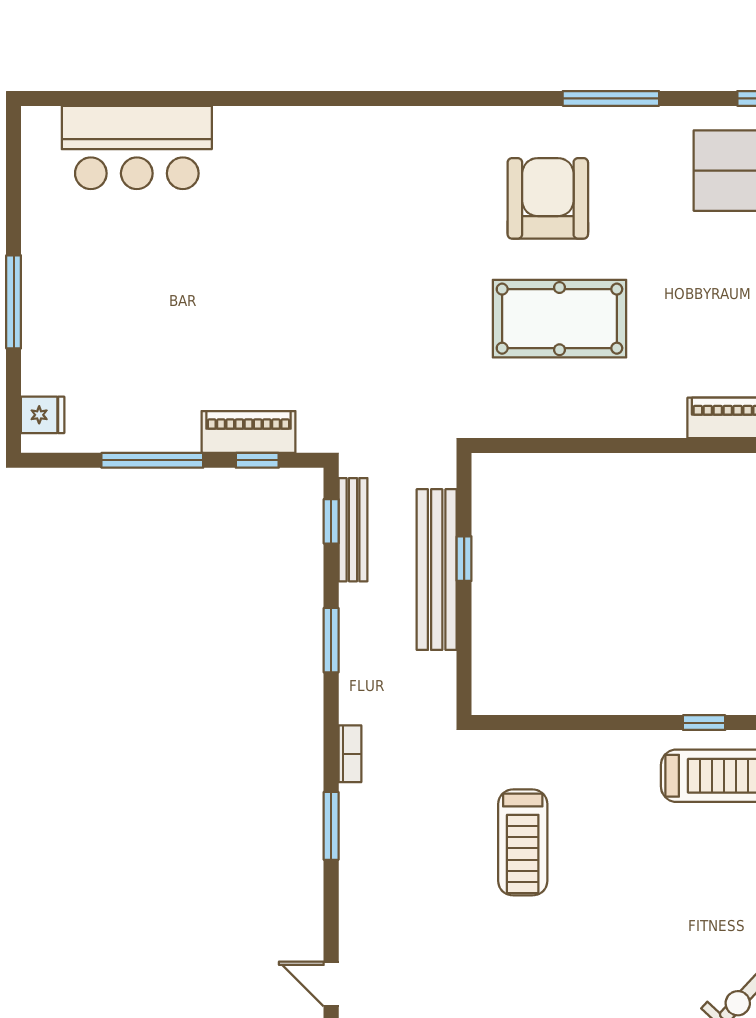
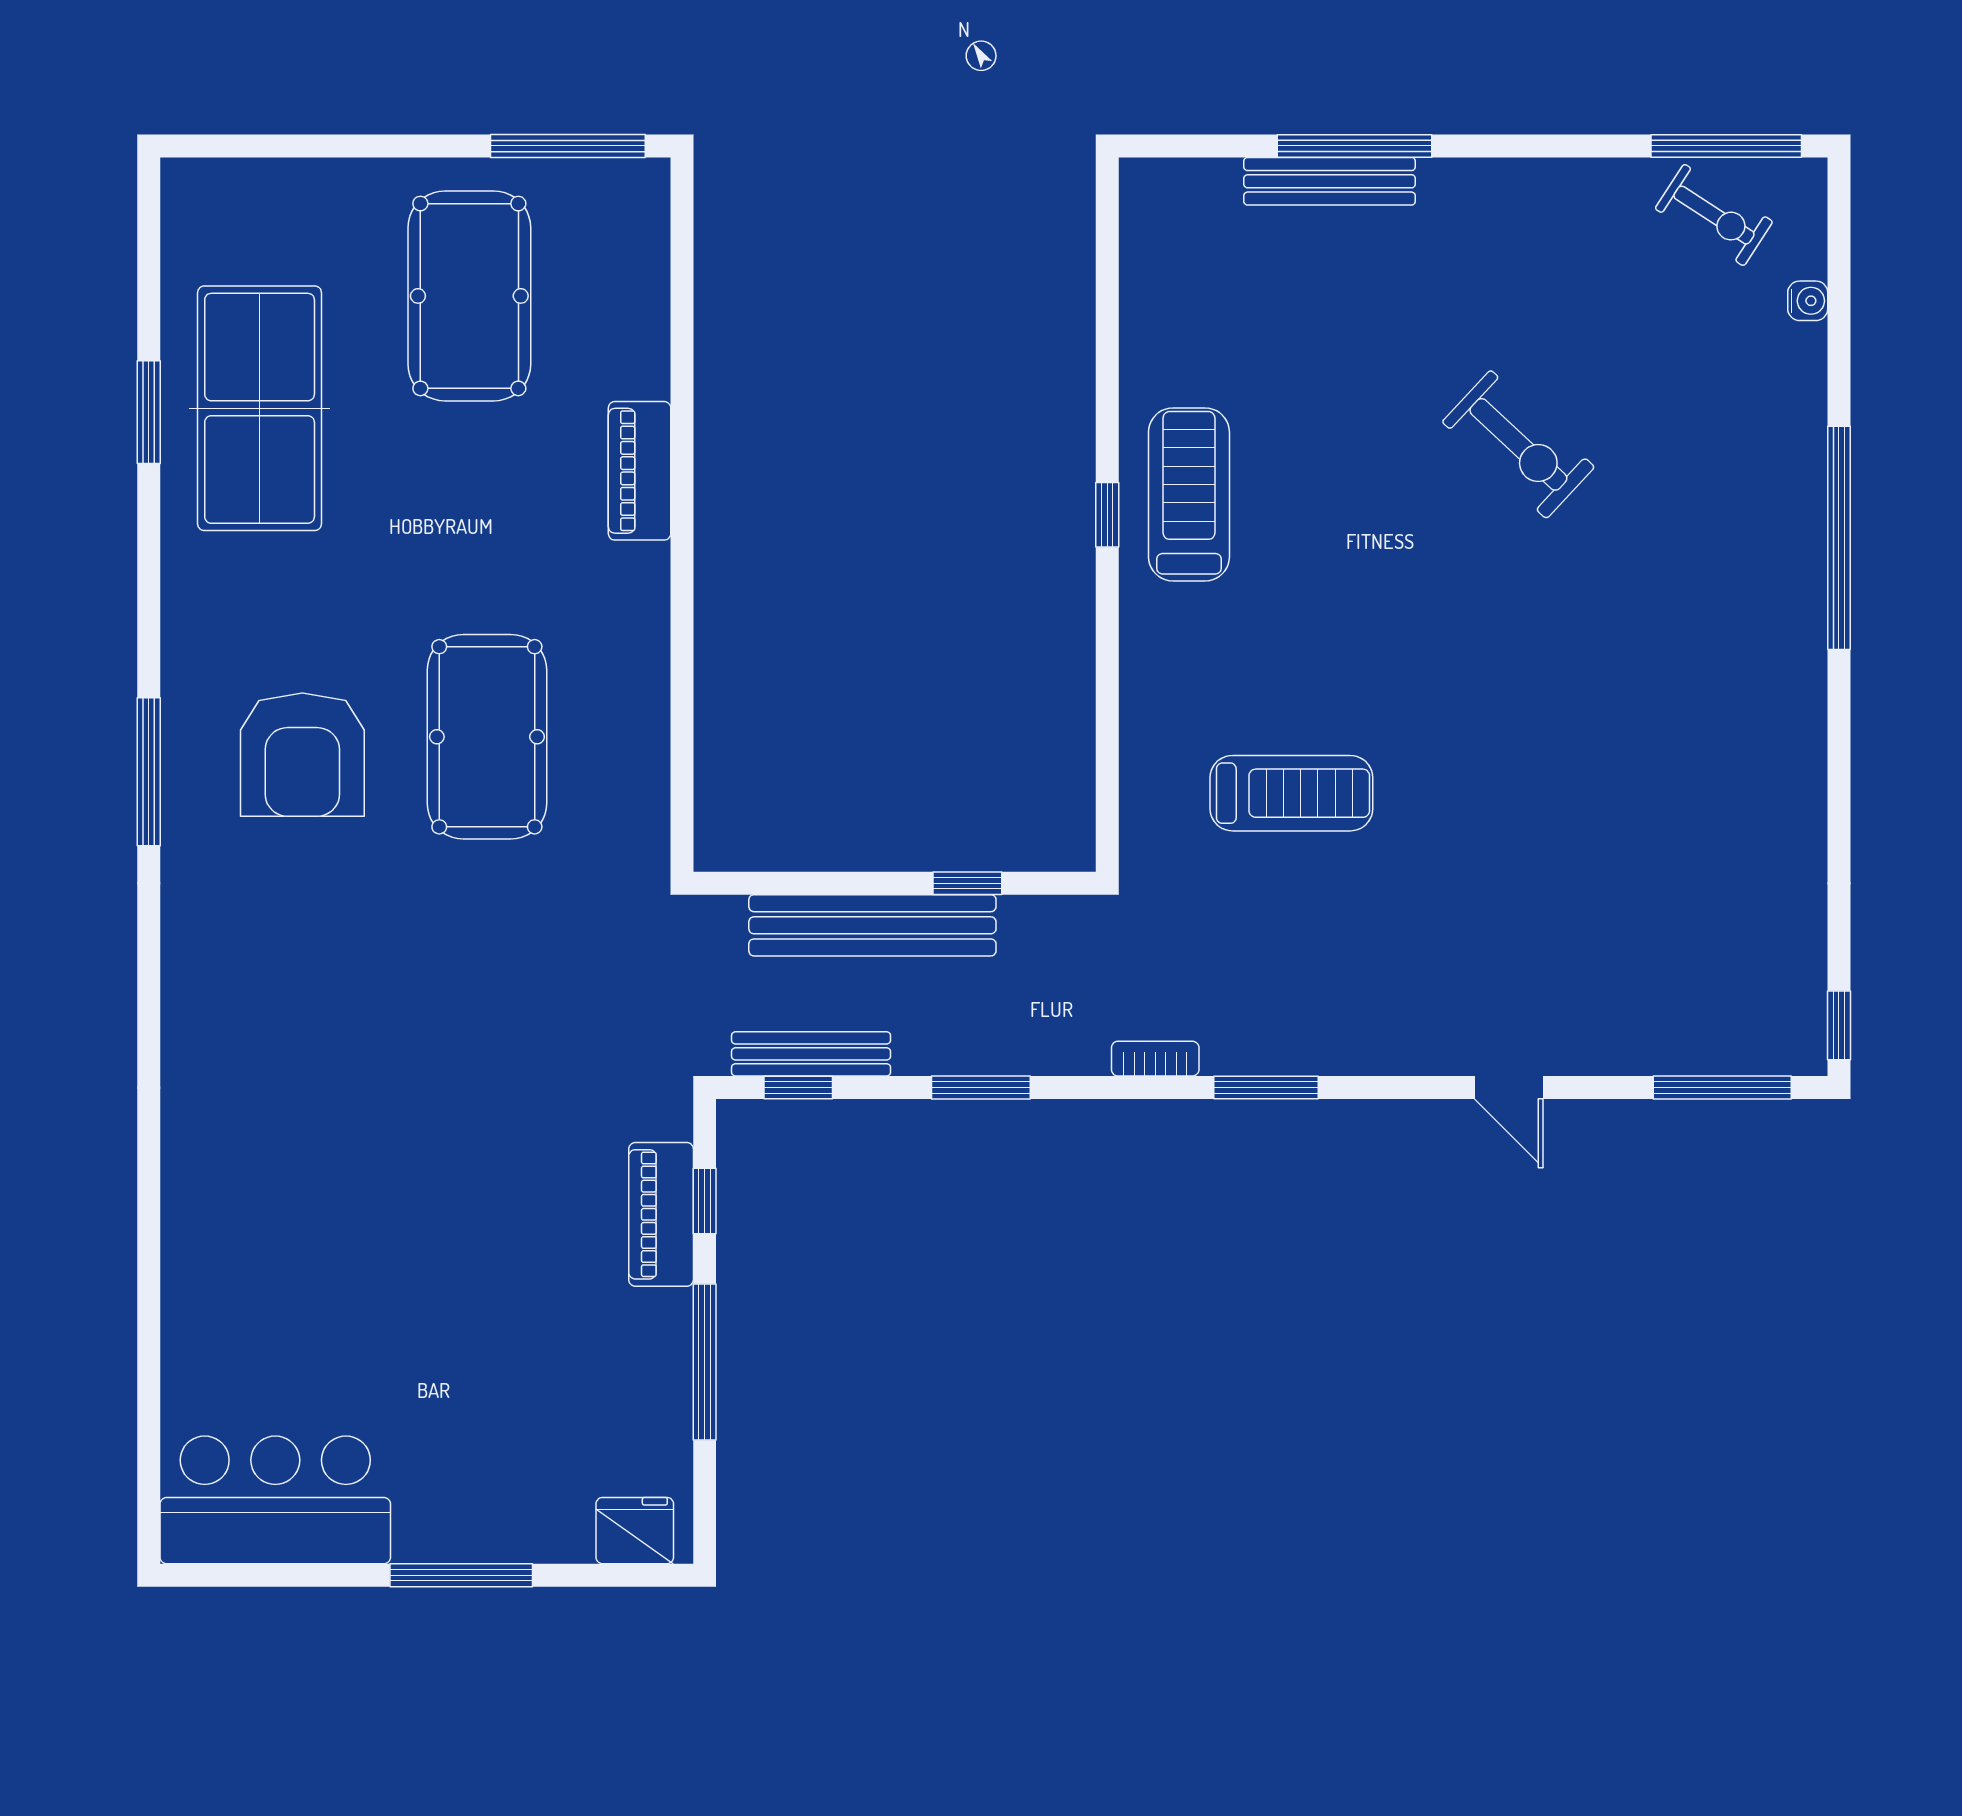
window: (611, 98) -> (149, 772), moved
bar counter: (137, 147) -> (275, 1500), moved, turned -90
armchair: (548, 198) -> (302, 755), turned -90
fridge: (43, 415) -> (635, 1531), width x1.38
window: (464, 559) -> (967, 883), moved
door: (331, 984) -> (1509, 1087), hinge flipped

